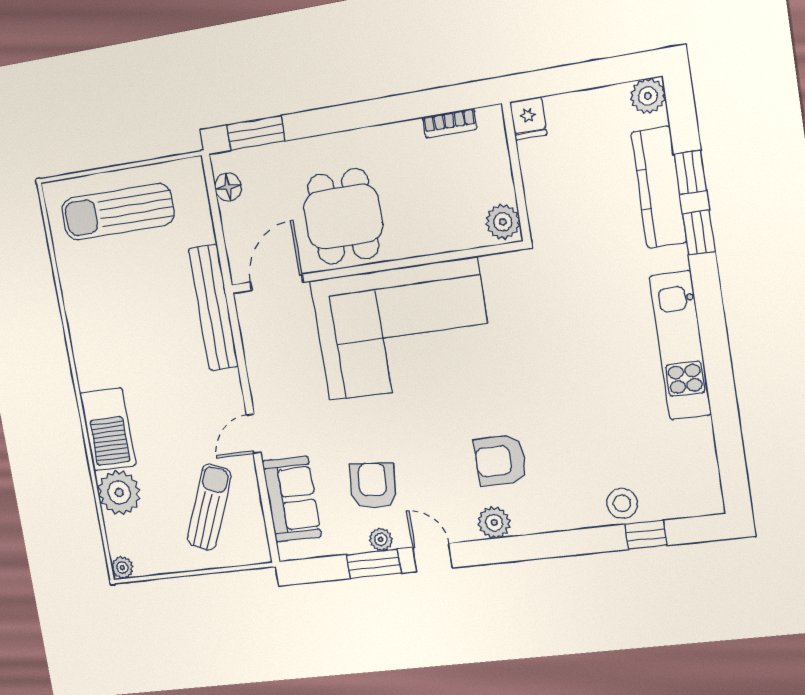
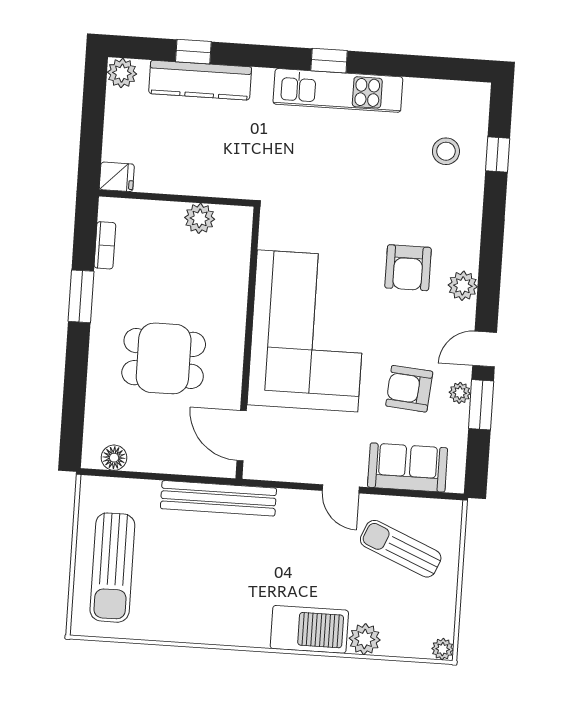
window: (256, 133) -> (81, 296), moved
window: (699, 233) -> (329, 61), moved
wall: (375, 267) -> (248, 343), moved
door: (277, 282) -> (242, 436), moved
corner sofa: (402, 329) -> (308, 331), moved
plant: (119, 493) -> (365, 639), width x0.73, depth x0.73
stool: (622, 503) -> (446, 151), moved

